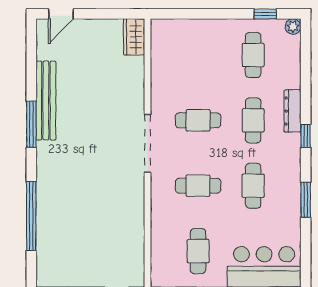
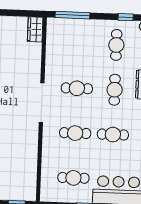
window: (188, 14) -> (72, 15), added
cafe table: (253, 186) -> (113, 135), turned 90
cafe table: (198, 251) -> (73, 178), turned 90

